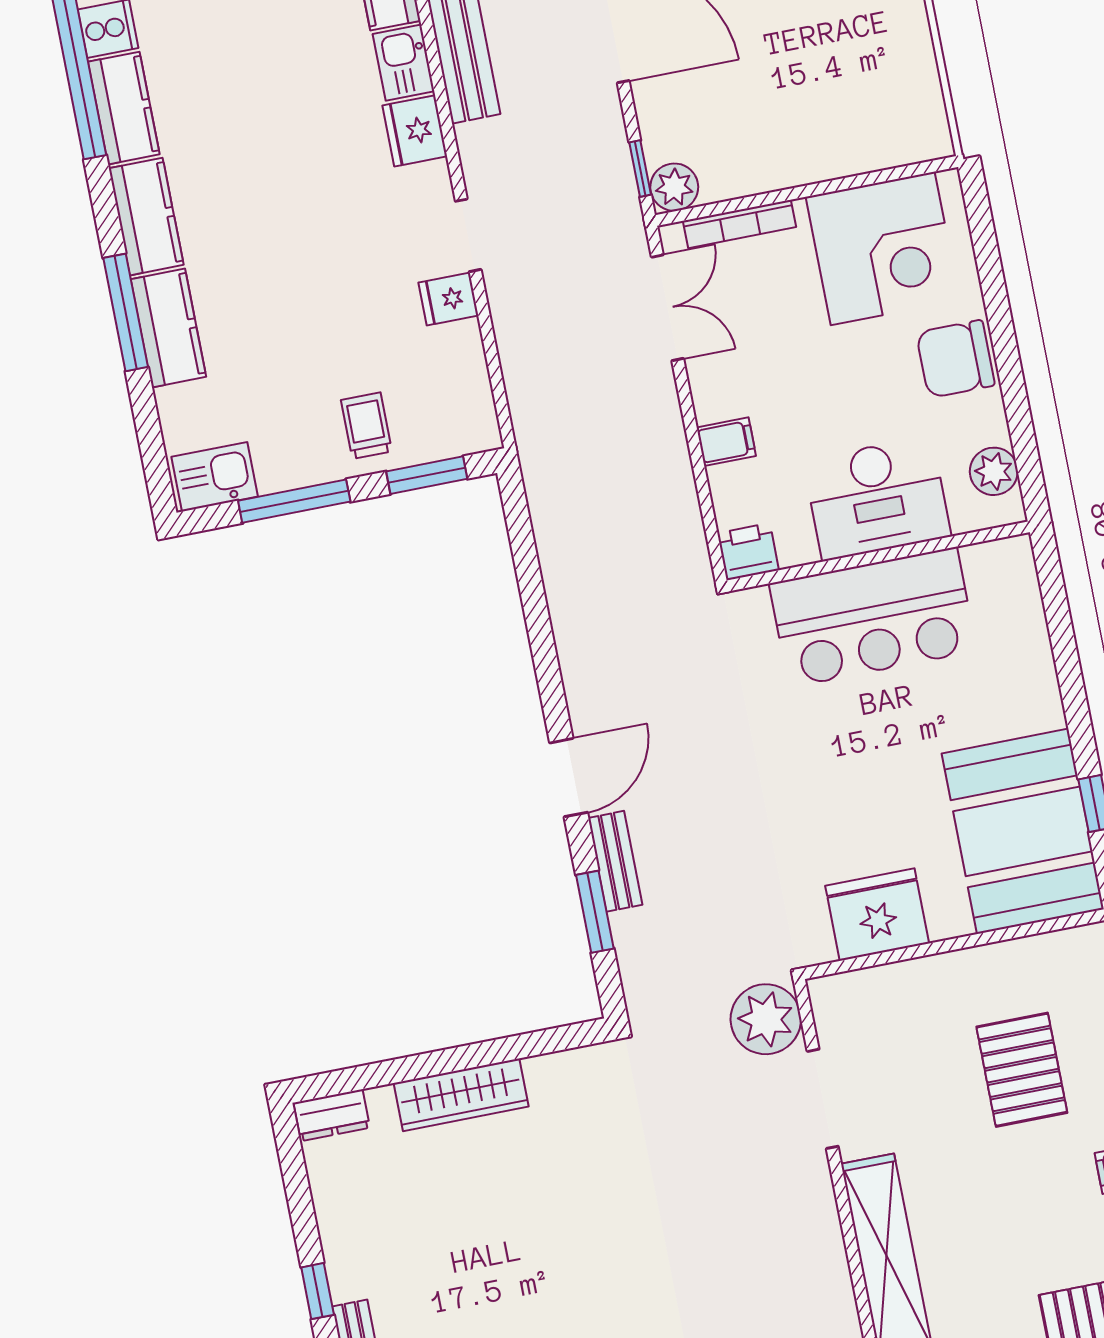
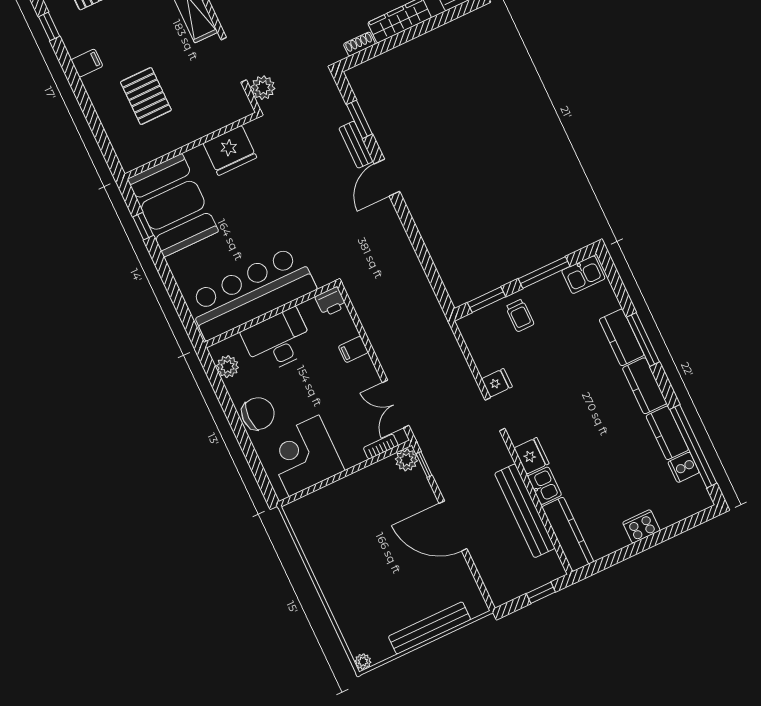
bookcase: (739, 224) -> (381, 447), width x0.64
bar counter: (873, 617) -> (251, 293), width x1.36
plant: (766, 1019) -> (263, 88), width x0.73, depth x0.73
shoe rack: (556, 1066) -> (359, 44), added

